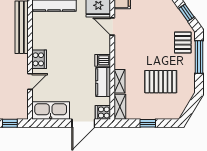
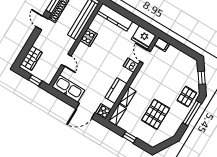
cooker: (39, 59) -> (89, 37), moved
dishwasher: (103, 60) -> (131, 65), moved
door: (30, 82) -> (66, 60), hinge flipped
pallet: (161, 82) -> (156, 114), turned 90

